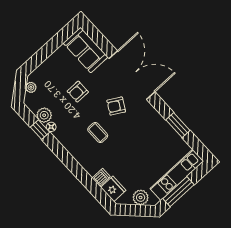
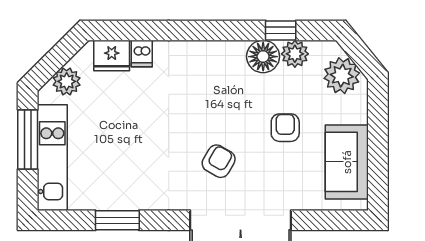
sofa: (85, 50) -> (347, 162), moved, turned -90
plant: (31, 87) -> (342, 76), width x1.88, depth x1.88
floor lamp: (51, 127) -> (263, 57), width x1.89, depth x1.89
coffee table: (98, 133) -> (206, 104), removed

